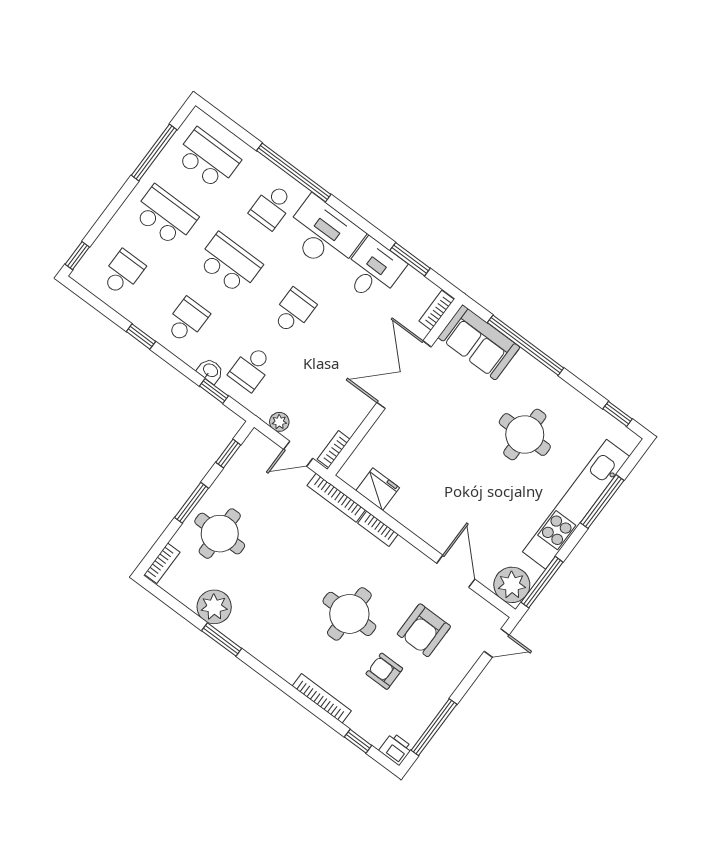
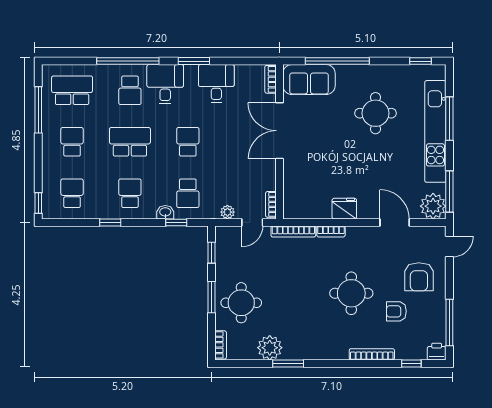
school desk: (165, 216) -> (72, 142), width x0.54
desk: (323, 234) -> (165, 84), width x0.73
window: (410, 259) -> (194, 61), moved
fridge: (378, 489) -> (344, 209), moved
armchair: (424, 630) -> (419, 277), moved

